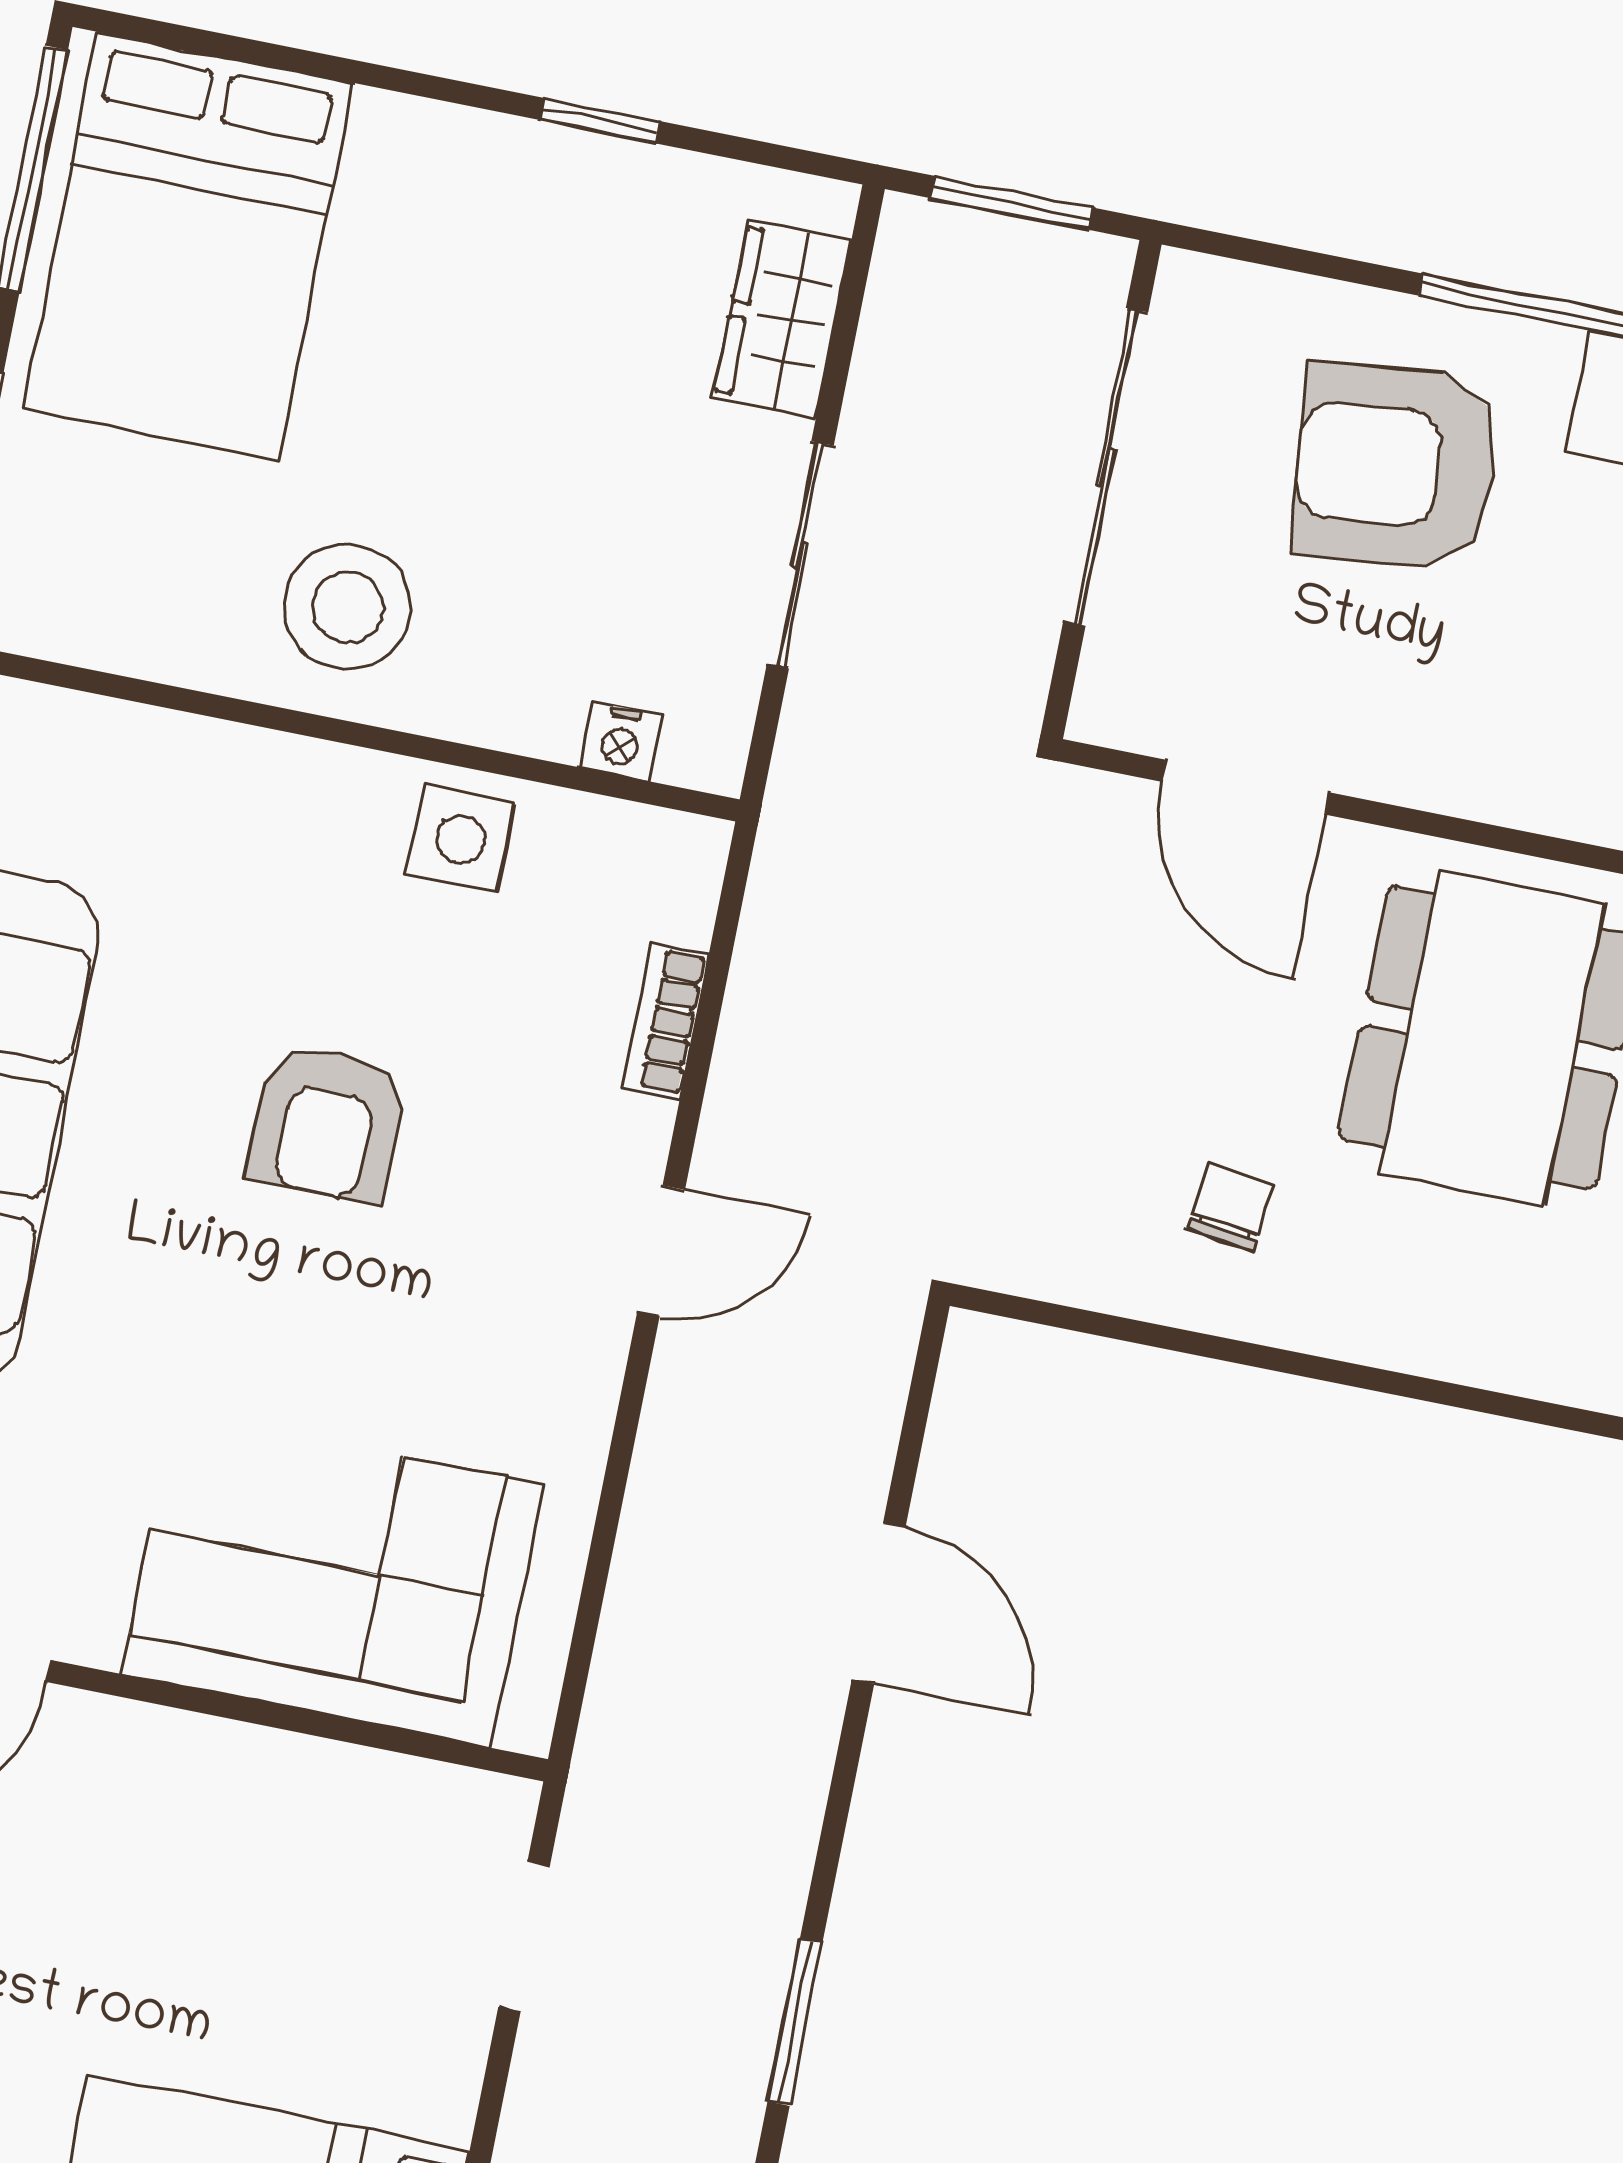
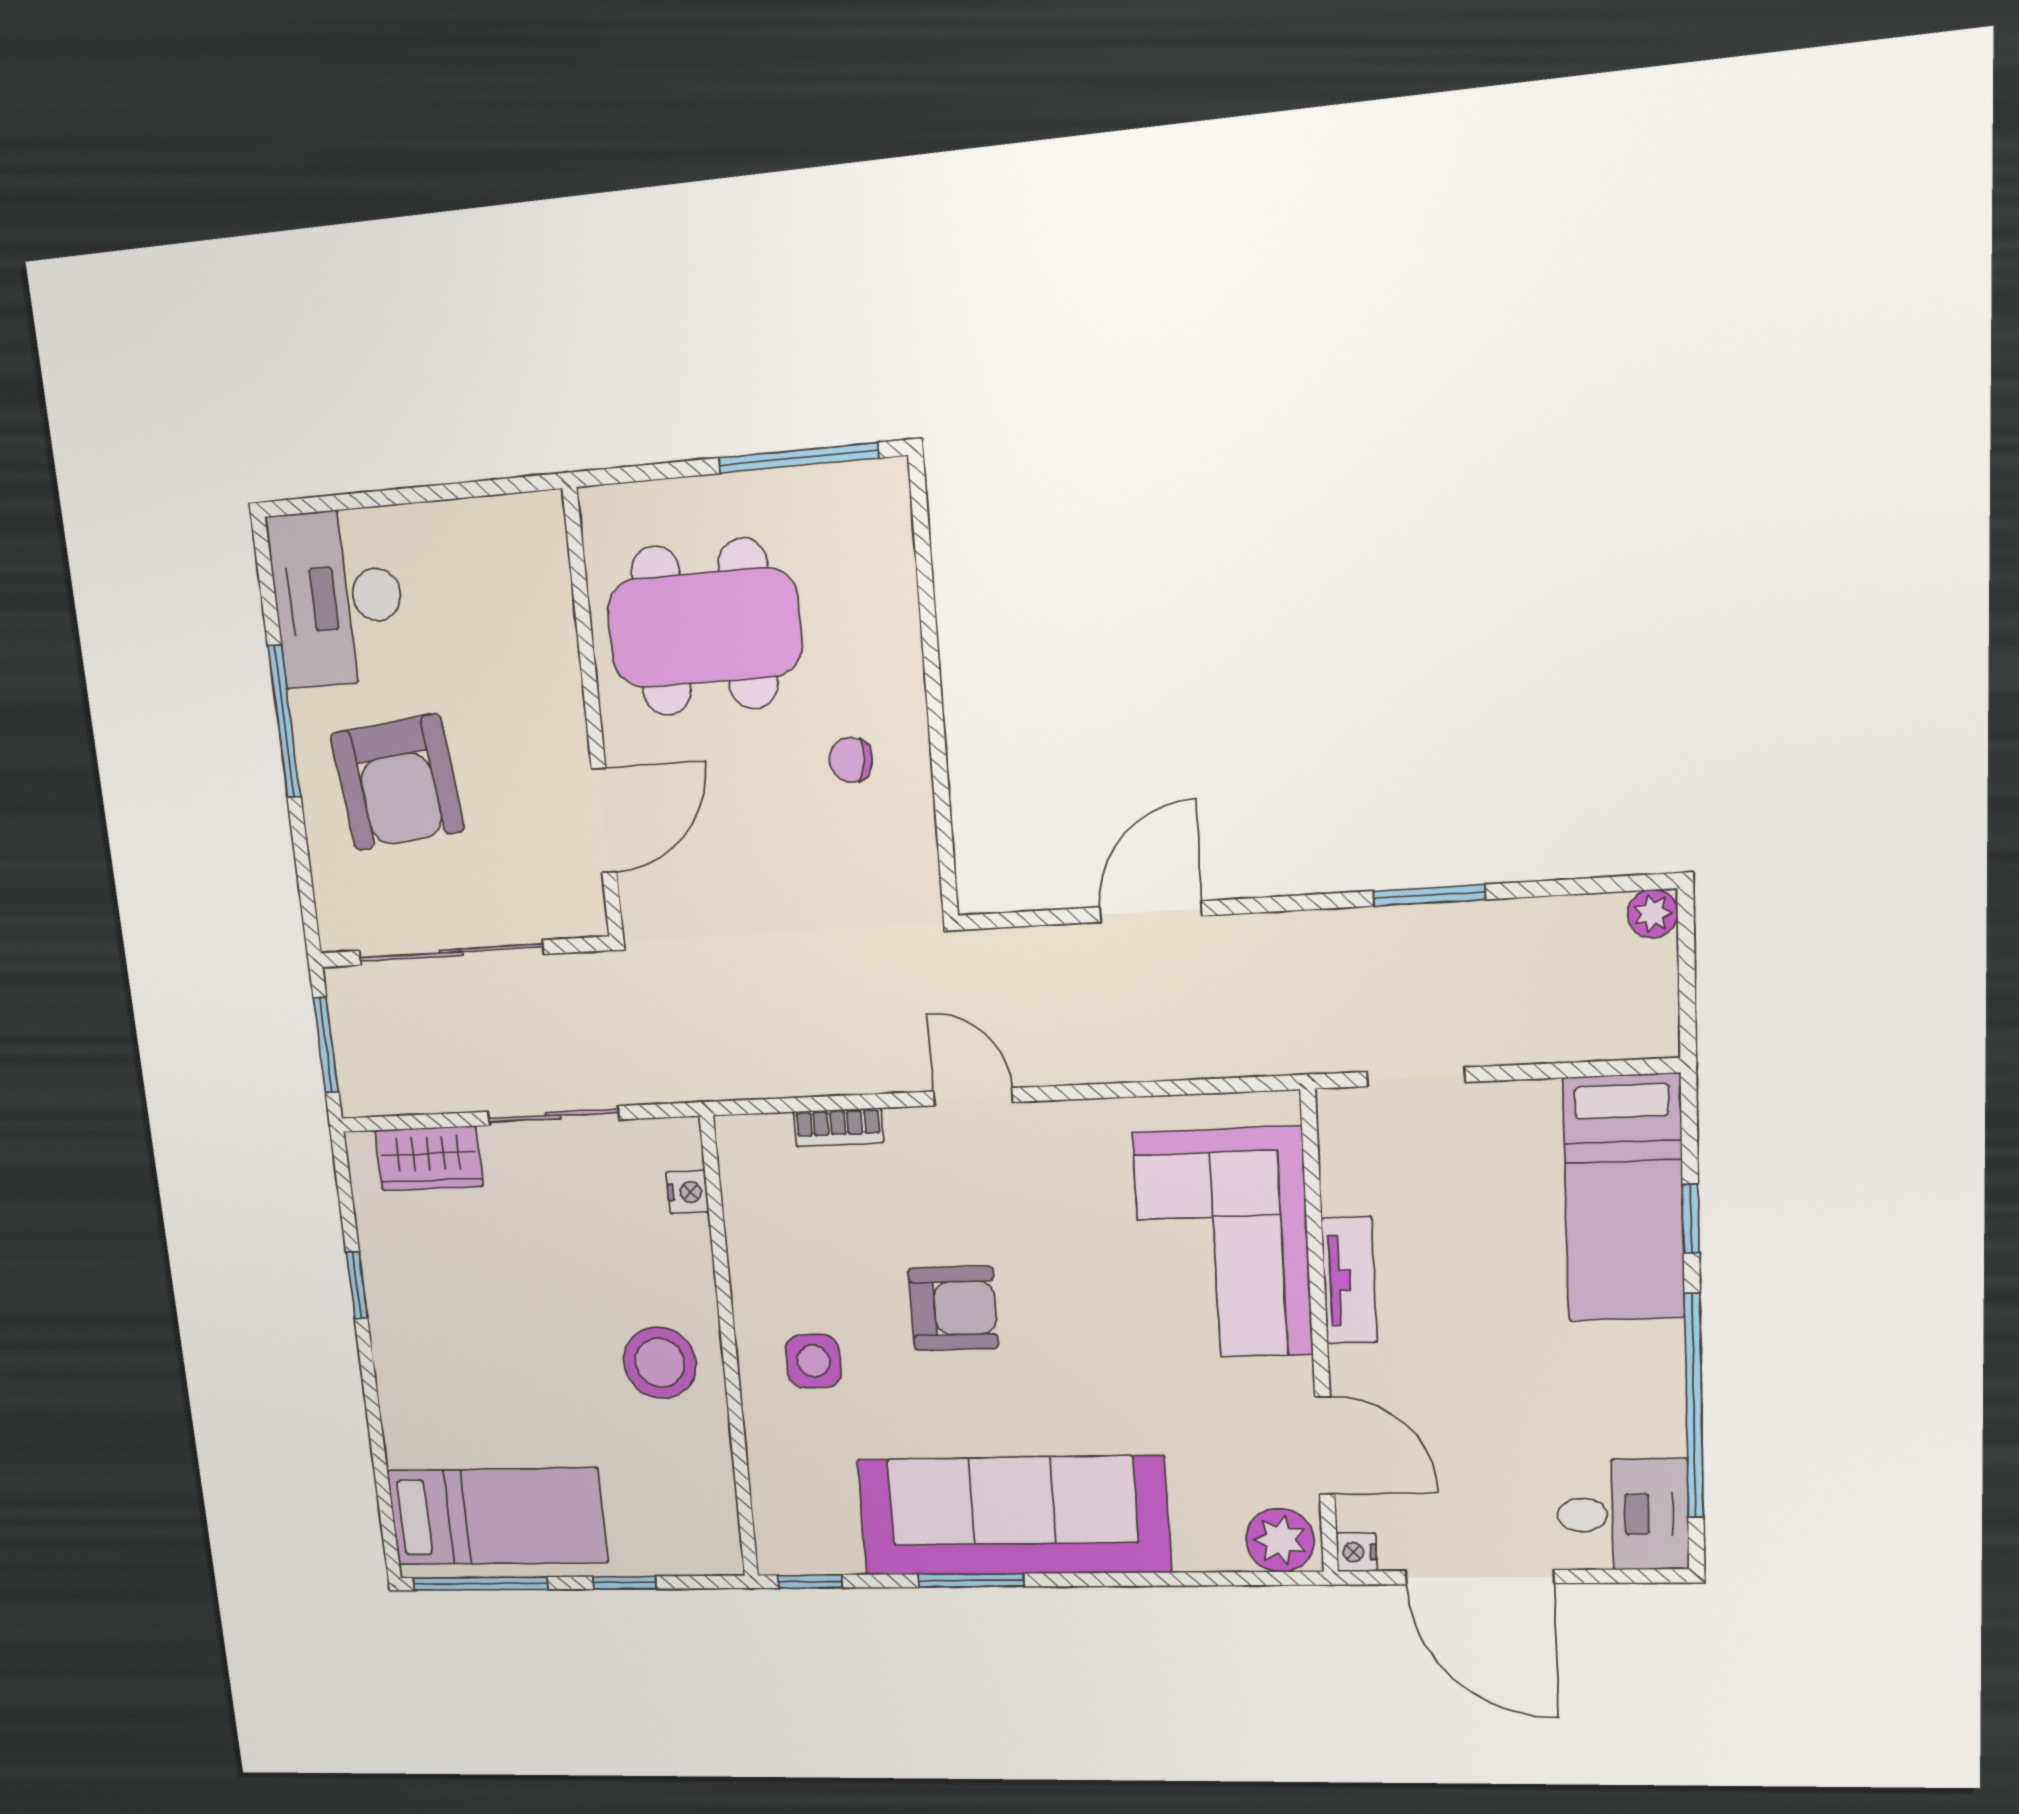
bed: (188, 246) -> (497, 1516), width x0.67
side table: (461, 839) -> (814, 1361), moved
tv unit: (228, 1759) -> (1349, 1280), added

